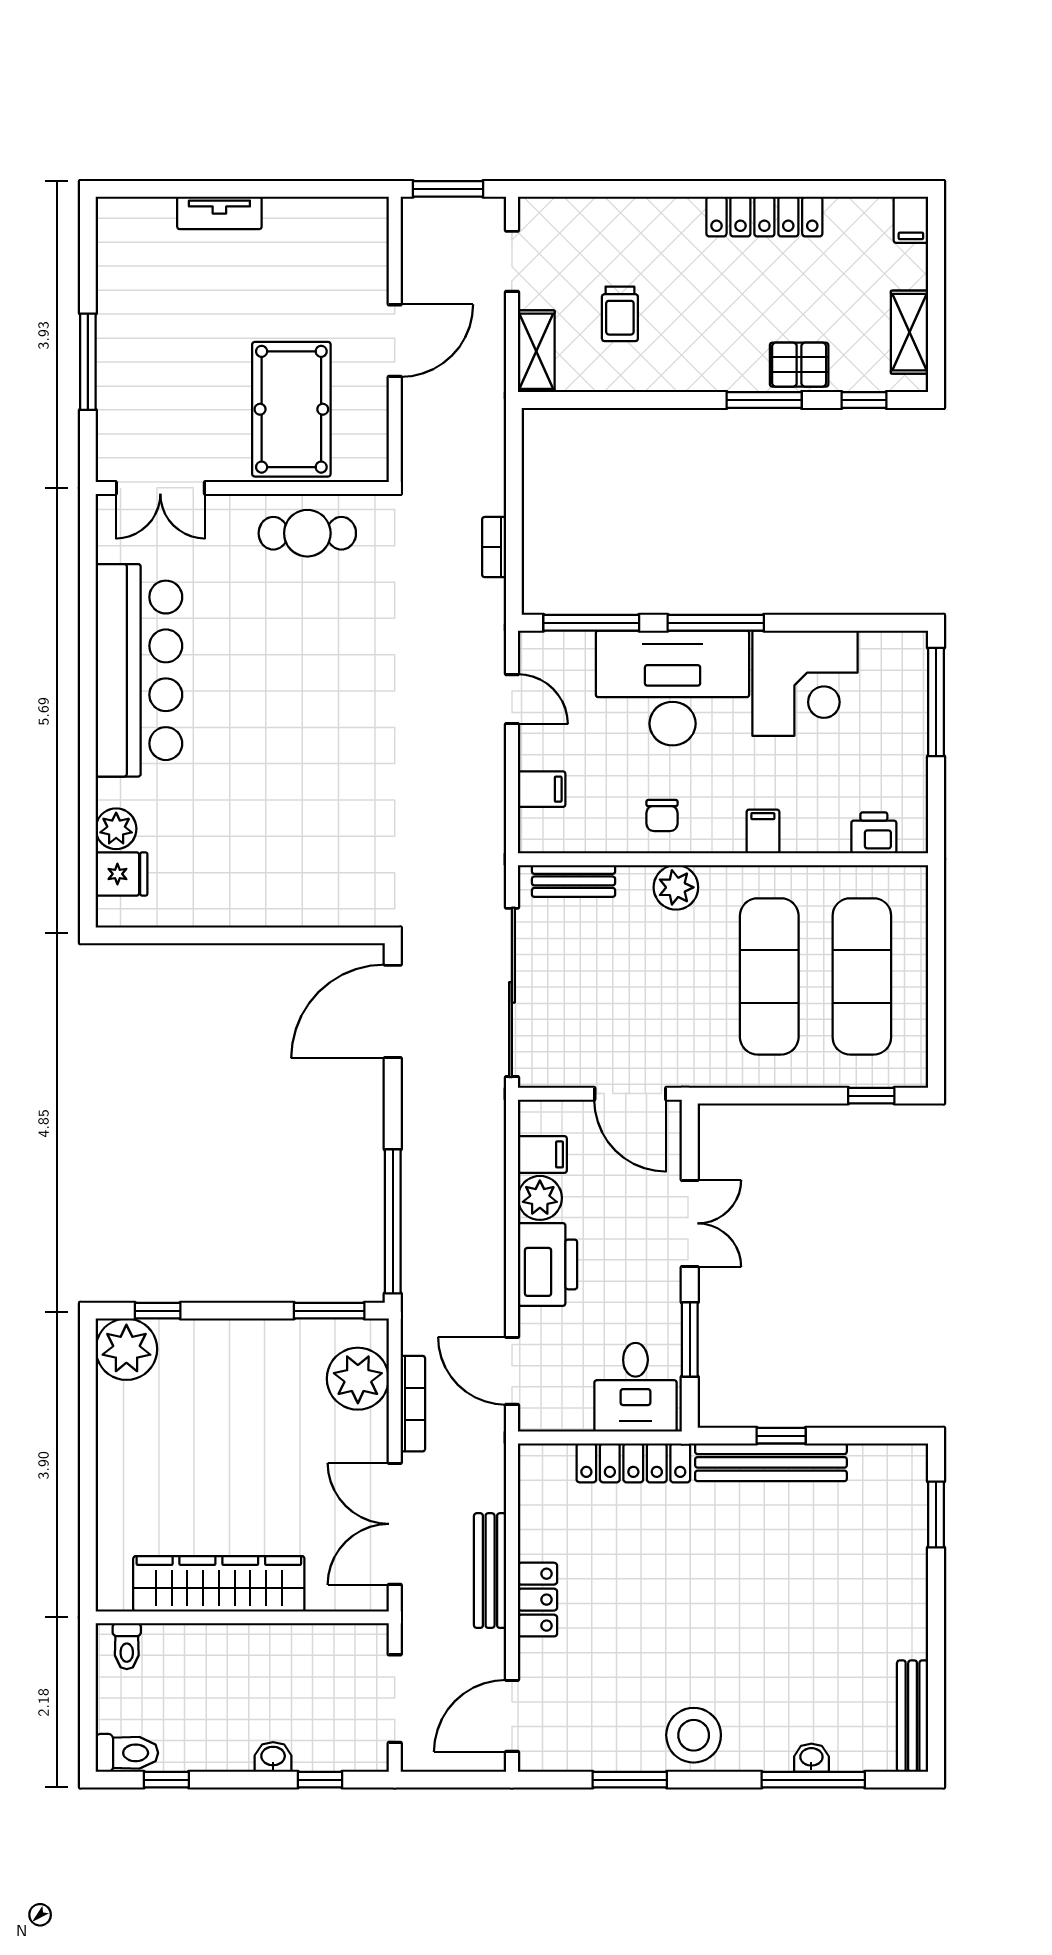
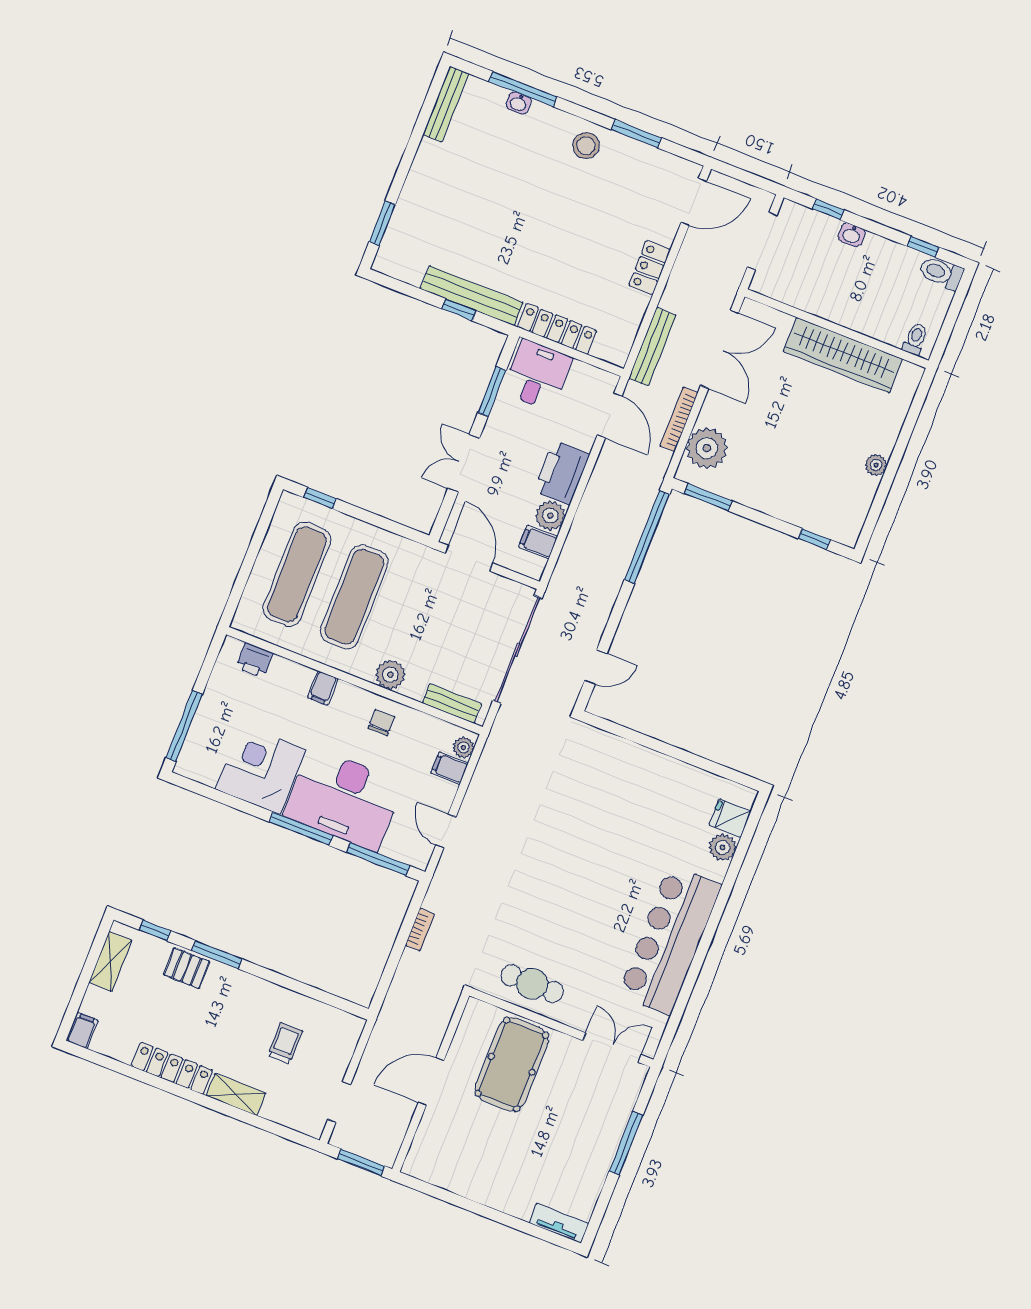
tv unit: (219, 213) -> (559, 1223), moved
shelving: (536, 351) -> (236, 1094), moved, turned 90
plant: (534, 826) -> (463, 747), added
door: (393, 1011) -> (596, 667), width x0.53
plant: (126, 1349) -> (876, 465), moved, width x0.53, depth x0.53
bench: (490, 1571) -> (652, 347), moved
stool: (694, 1735) -> (586, 146), width x0.73, depth x0.73

